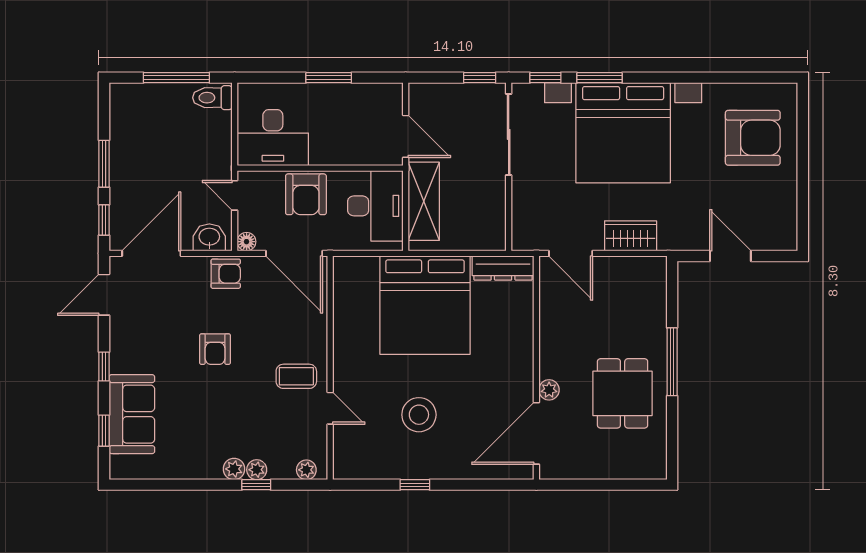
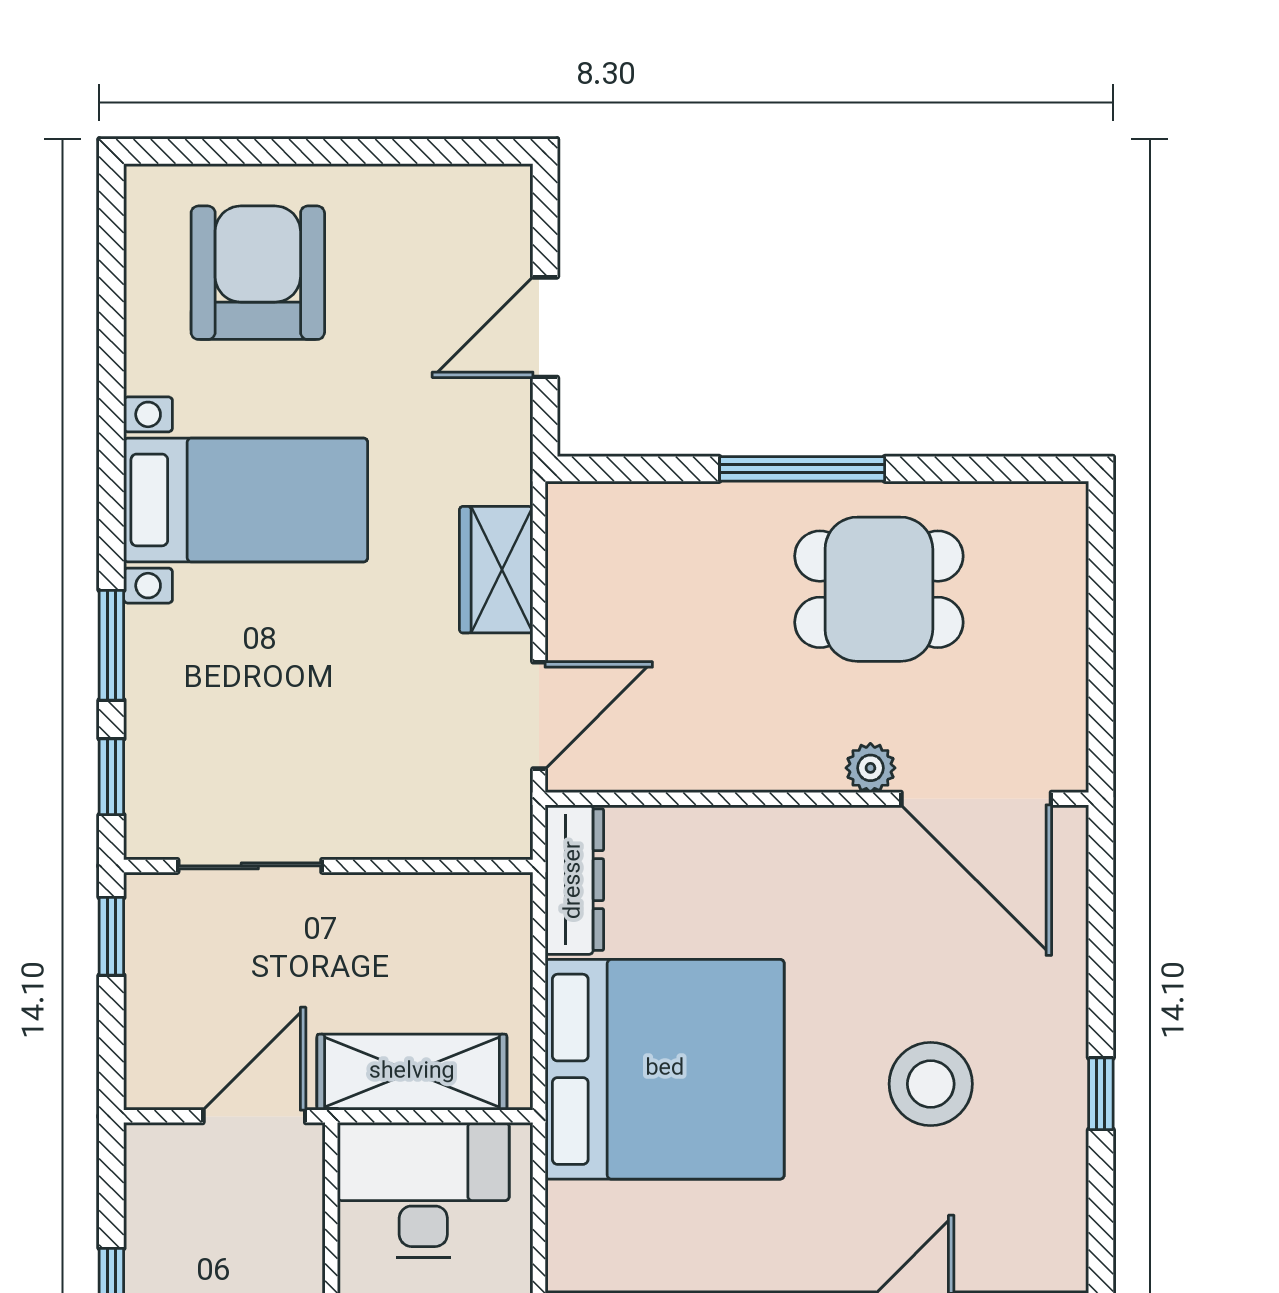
bed with nightstands: (623, 133) -> (246, 500), width x0.54
sliding door: (509, 134) -> (250, 866), width x0.73

